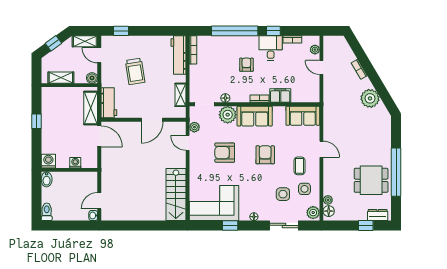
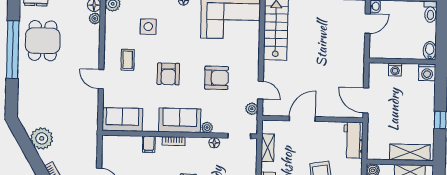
filing cabinet: (280, 96) -> (149, 144), width x0.50
shelving: (91, 108) -> (410, 152), moved, turned 90
plant: (228, 115) -> (207, 128), width x0.53, depth x0.53
dining table: (371, 180) -> (43, 41), turned 90
side table: (304, 189) -> (122, 32), removed

